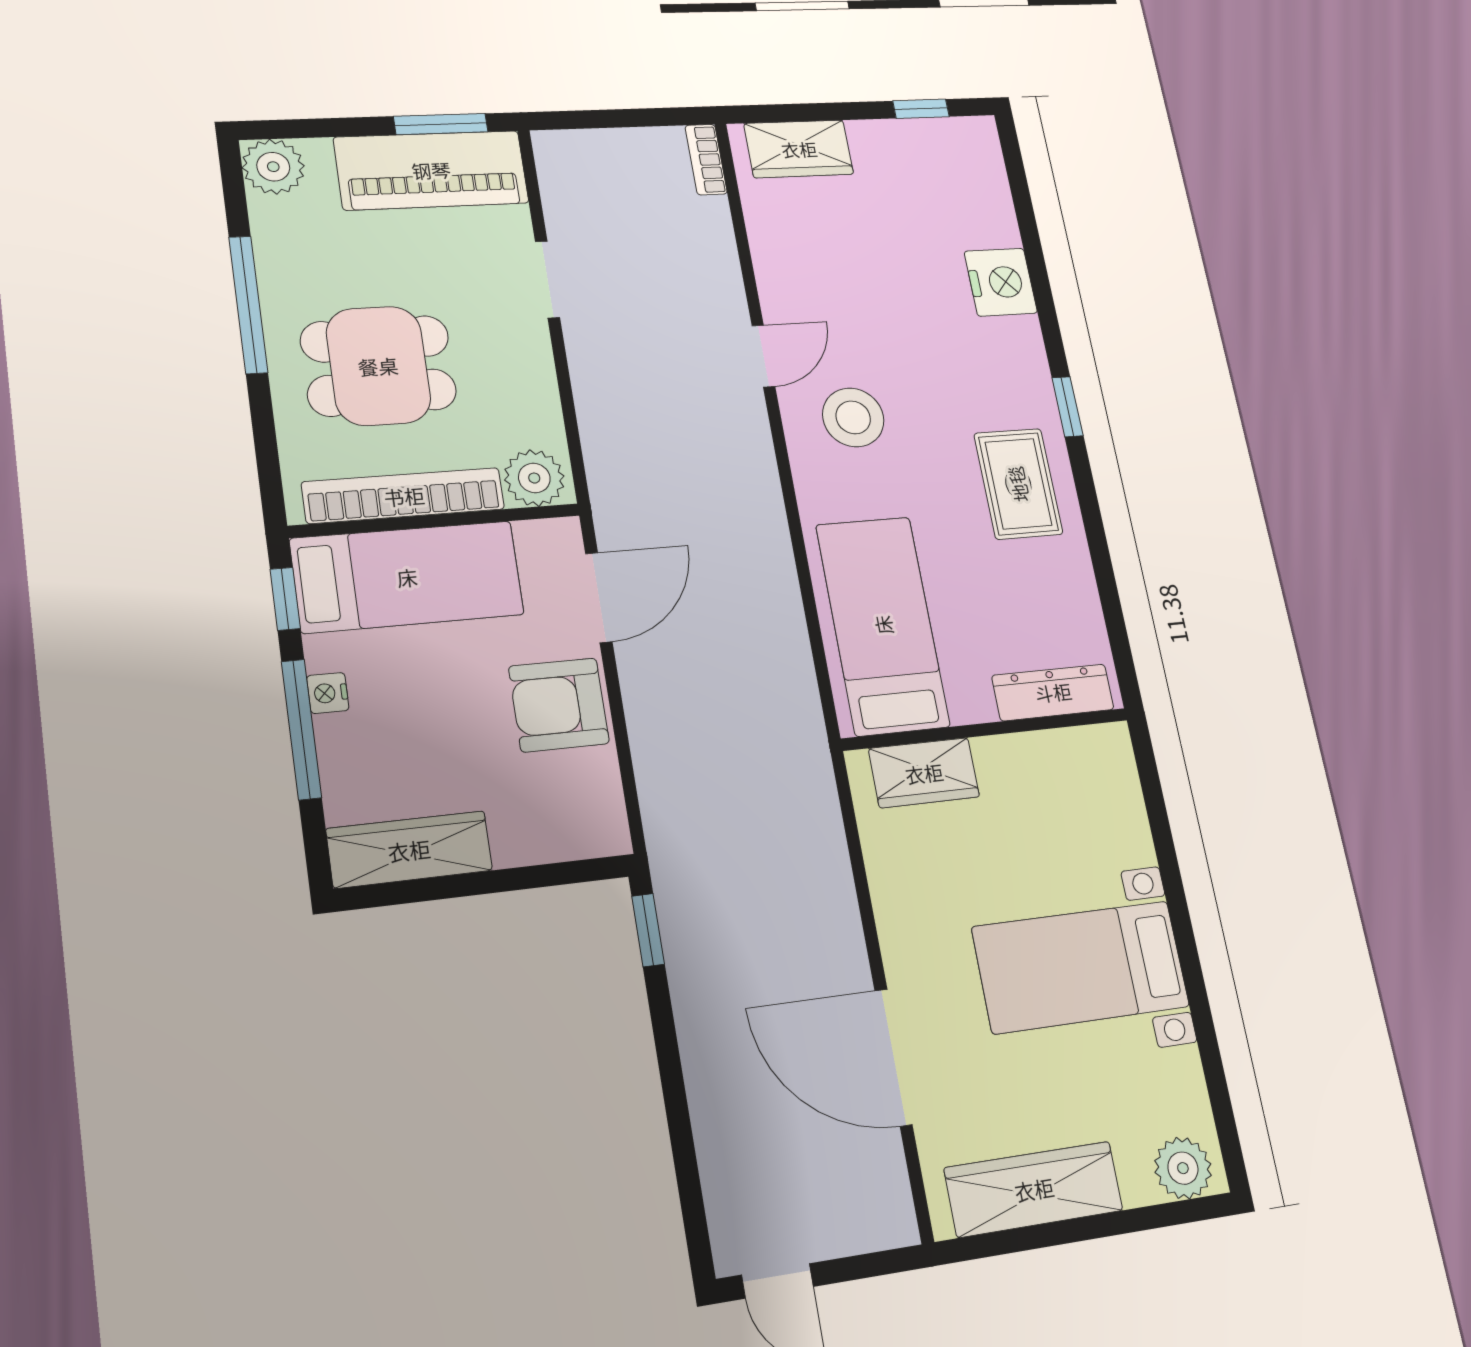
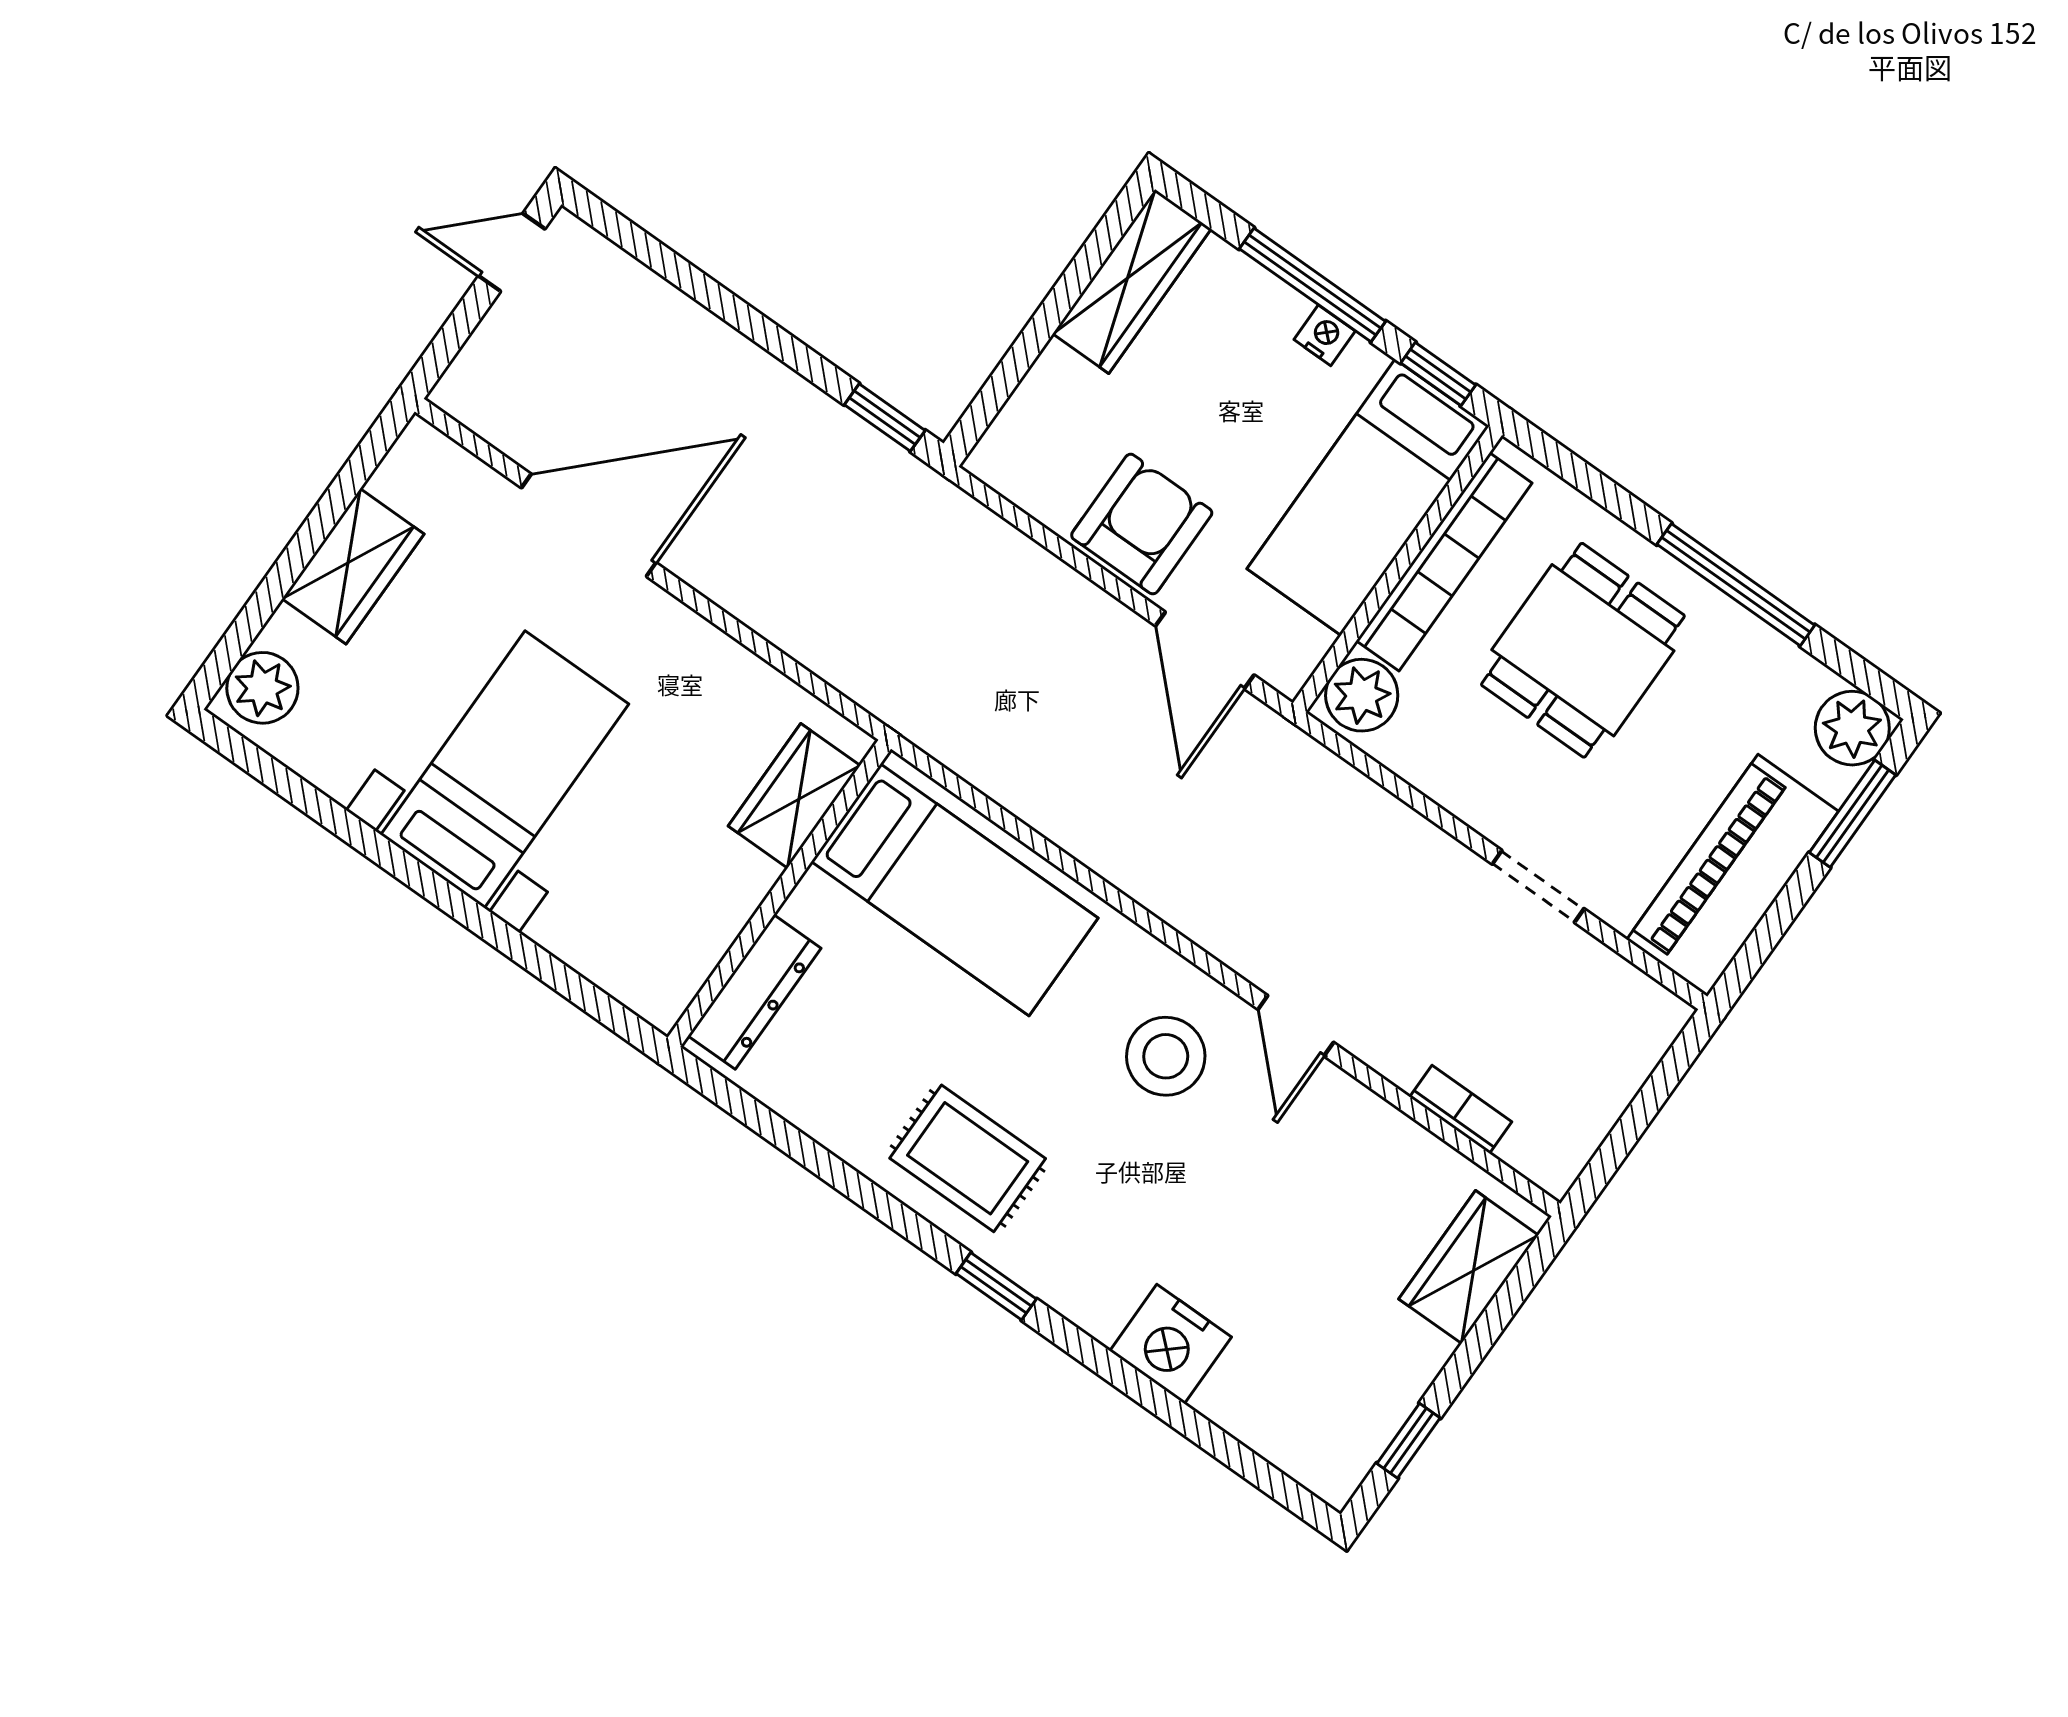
window: (441, 124) -> (1852, 814), moved
bookcase: (706, 160) -> (1461, 1109), moved
wardrobe: (1034, 1189) -> (353, 566), width x0.67

